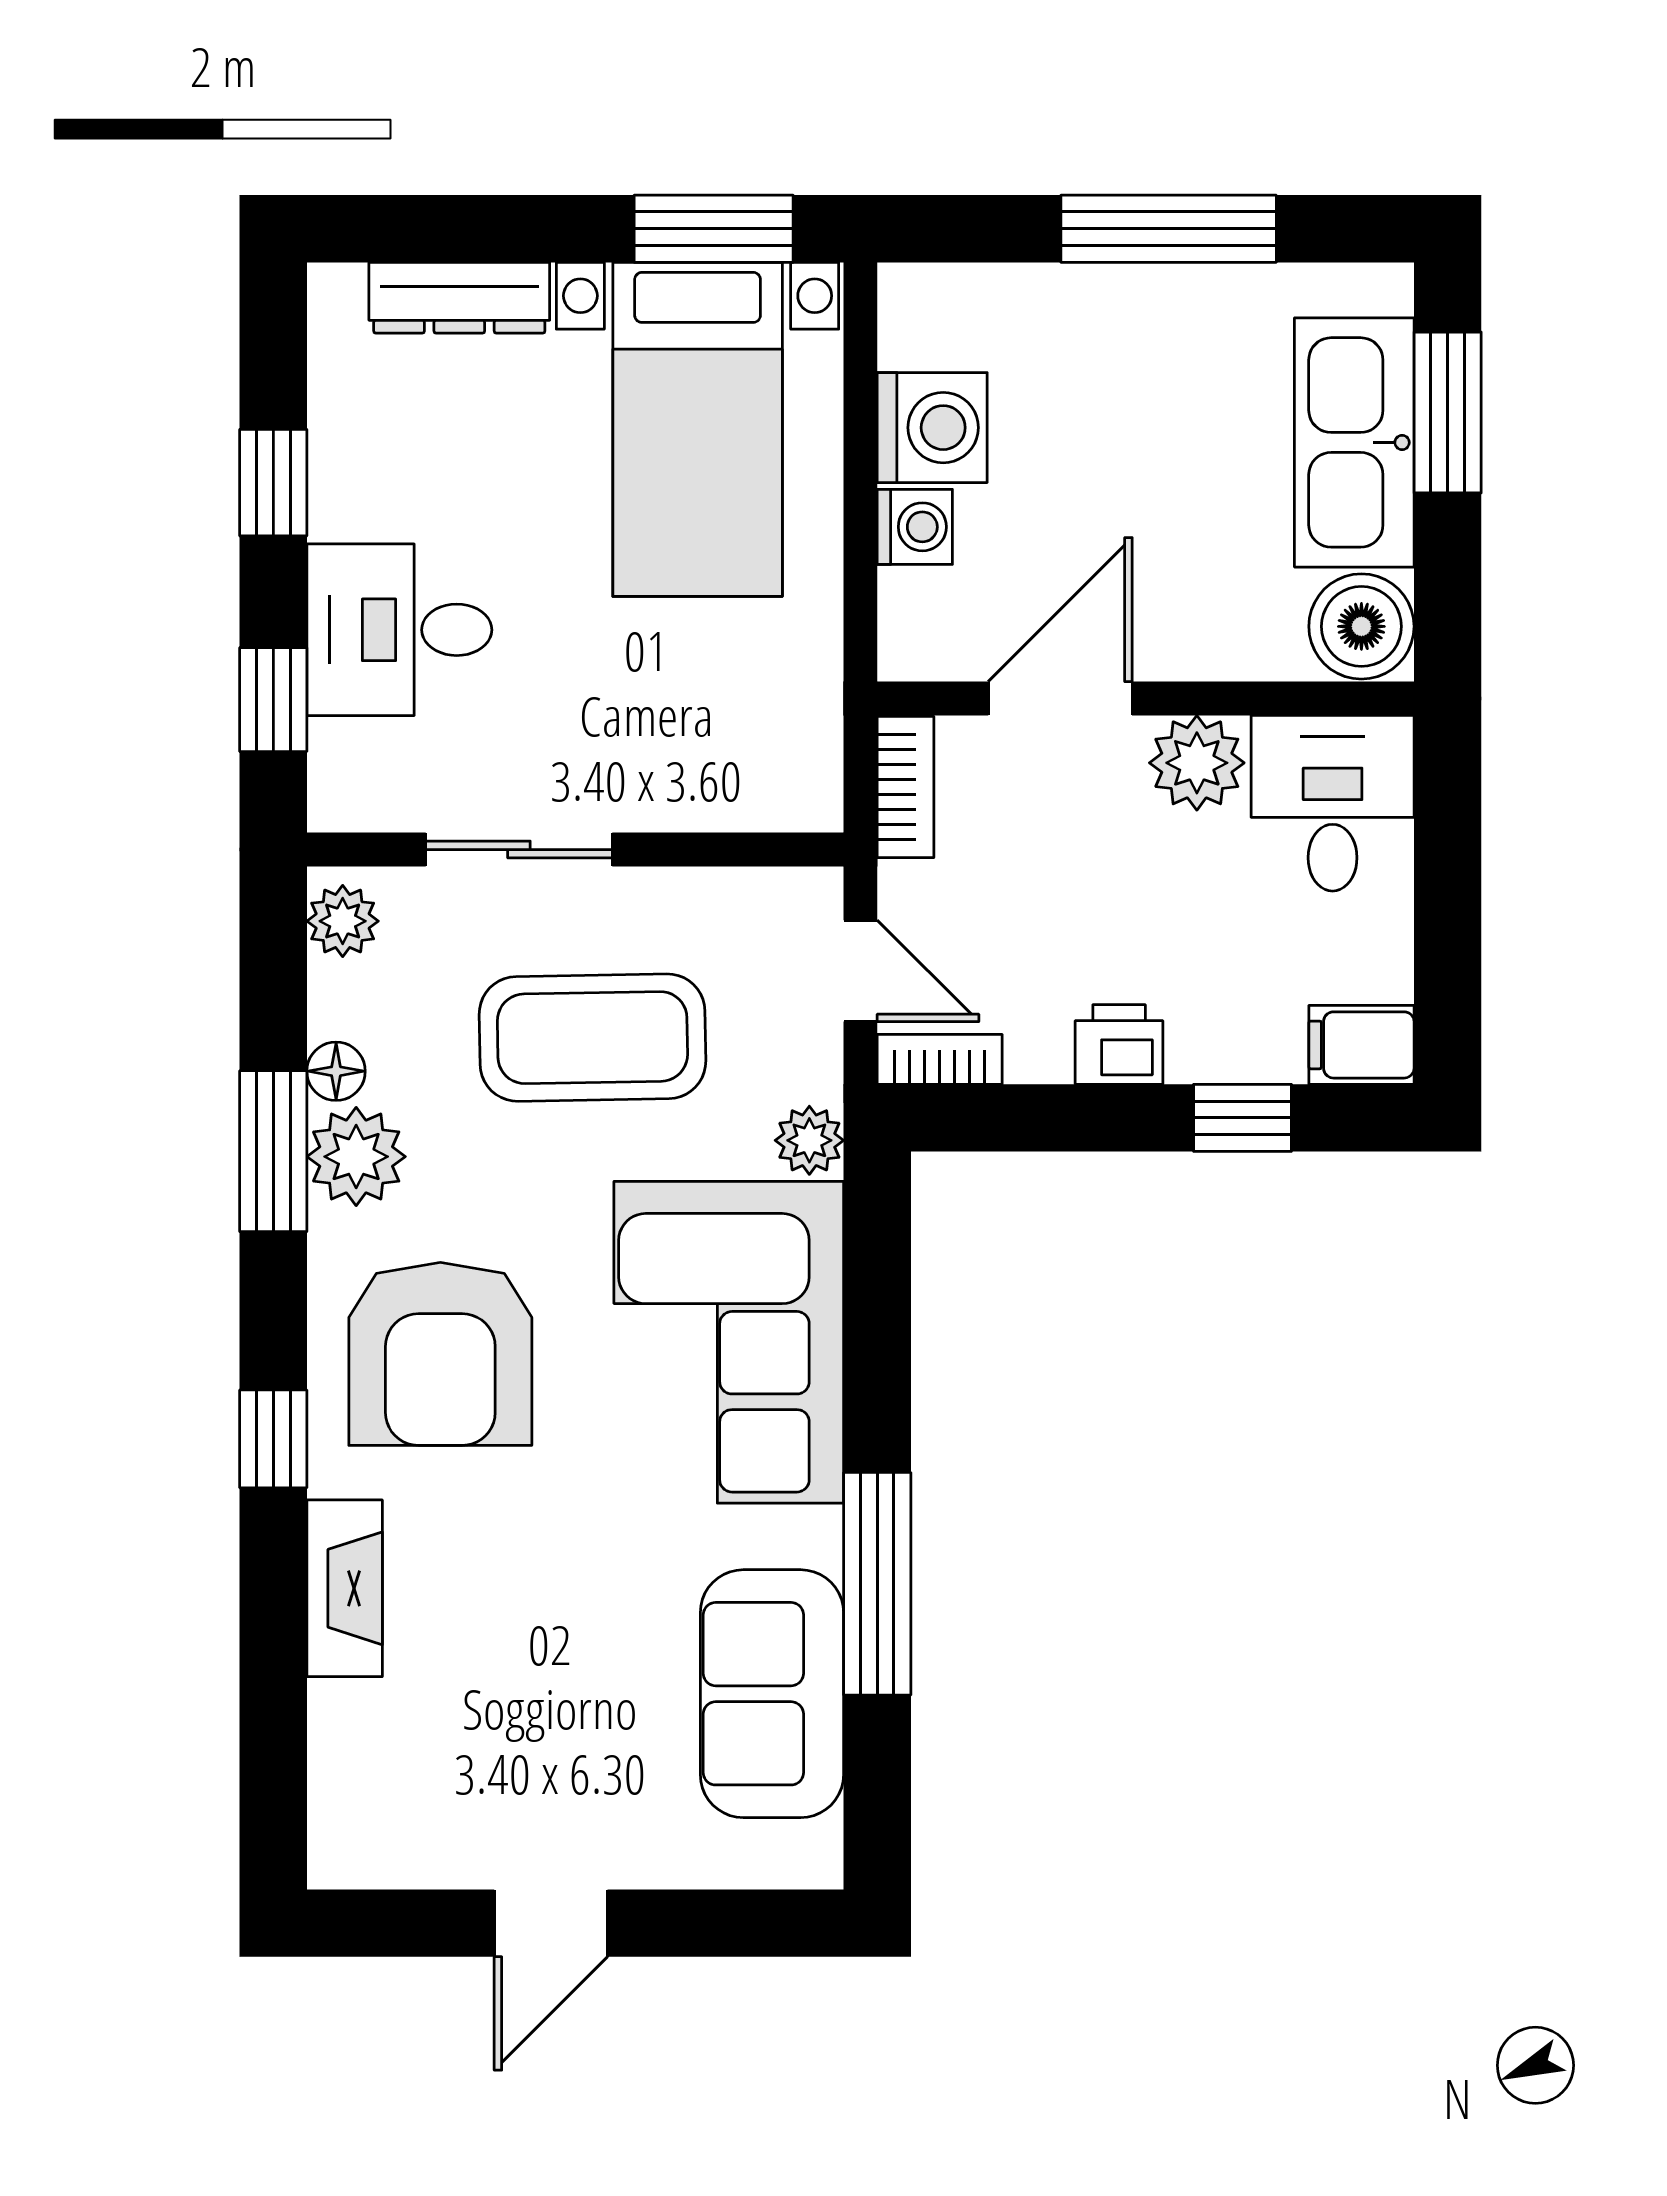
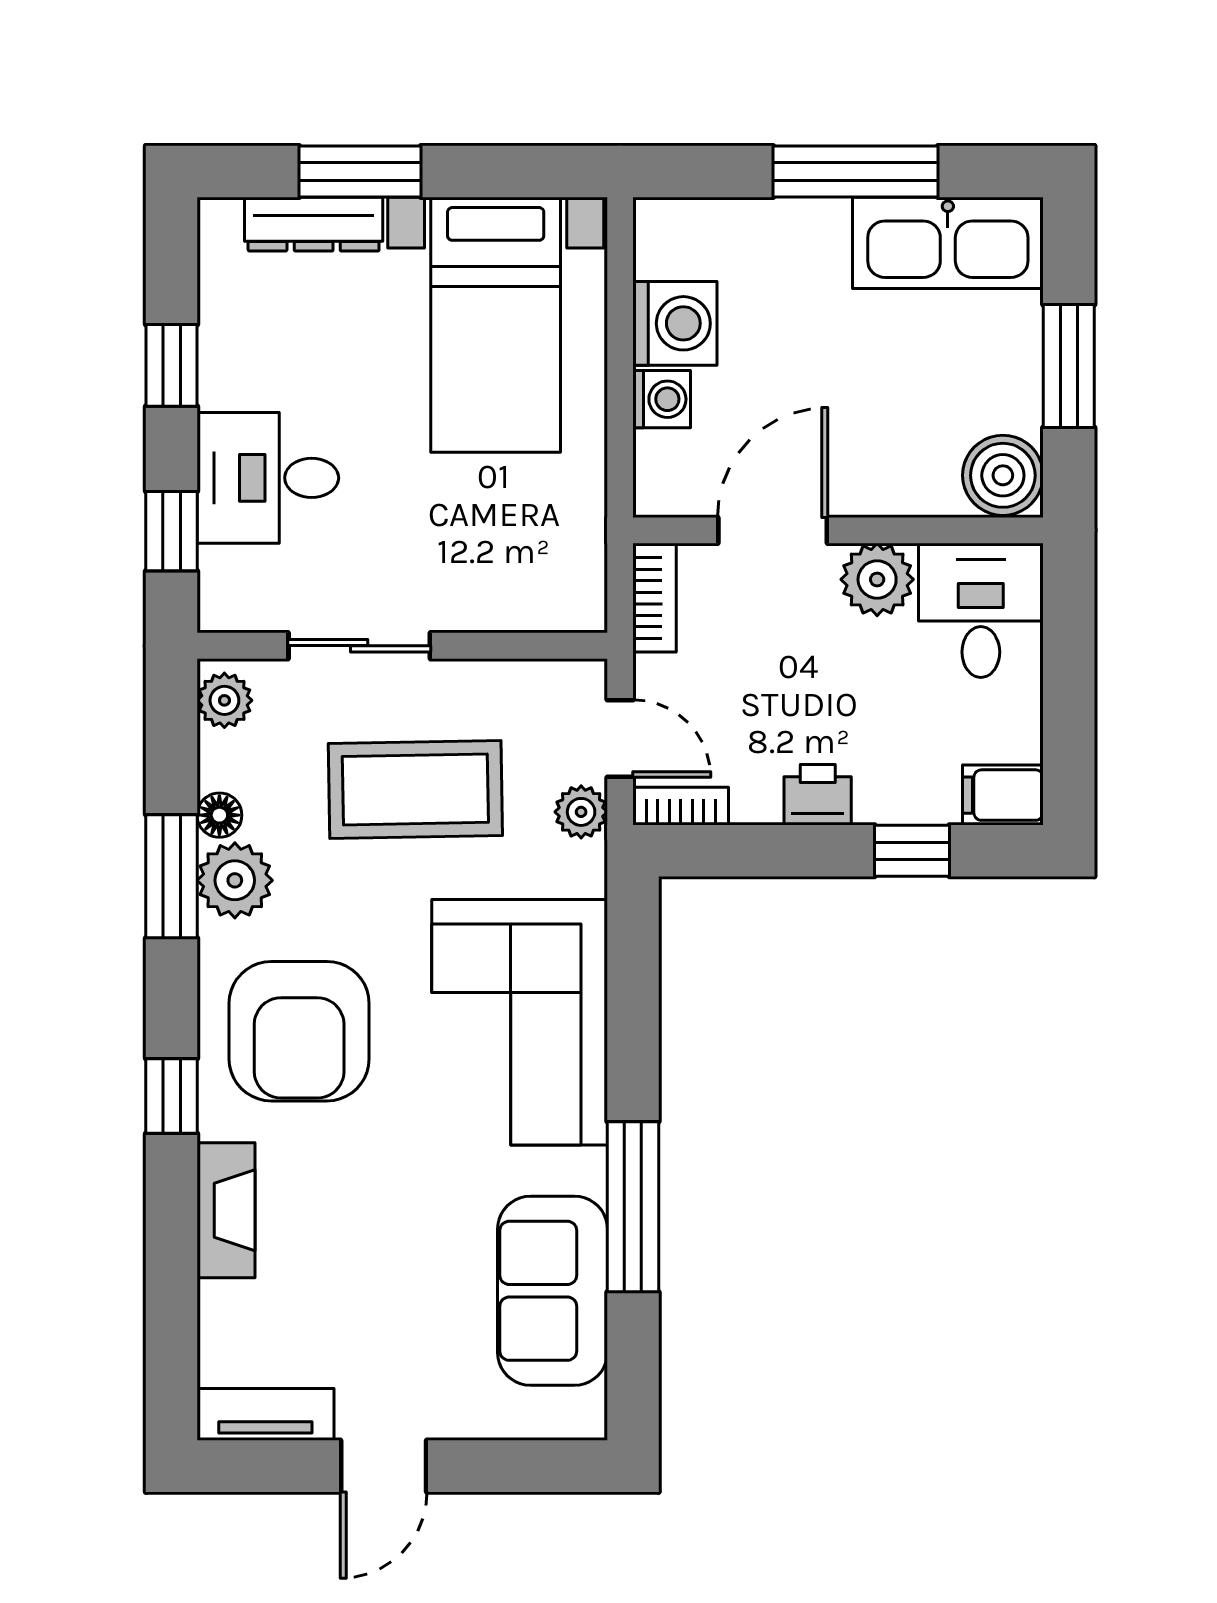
window: (714, 229) -> (360, 171), moved
window: (1448, 412) -> (1069, 366), moved
kitchen sink: (1354, 442) -> (948, 243), moved, turned -90
plant: (809, 1140) -> (581, 812), moved
tv unit: (396, 1855) -> (265, 1414), added

